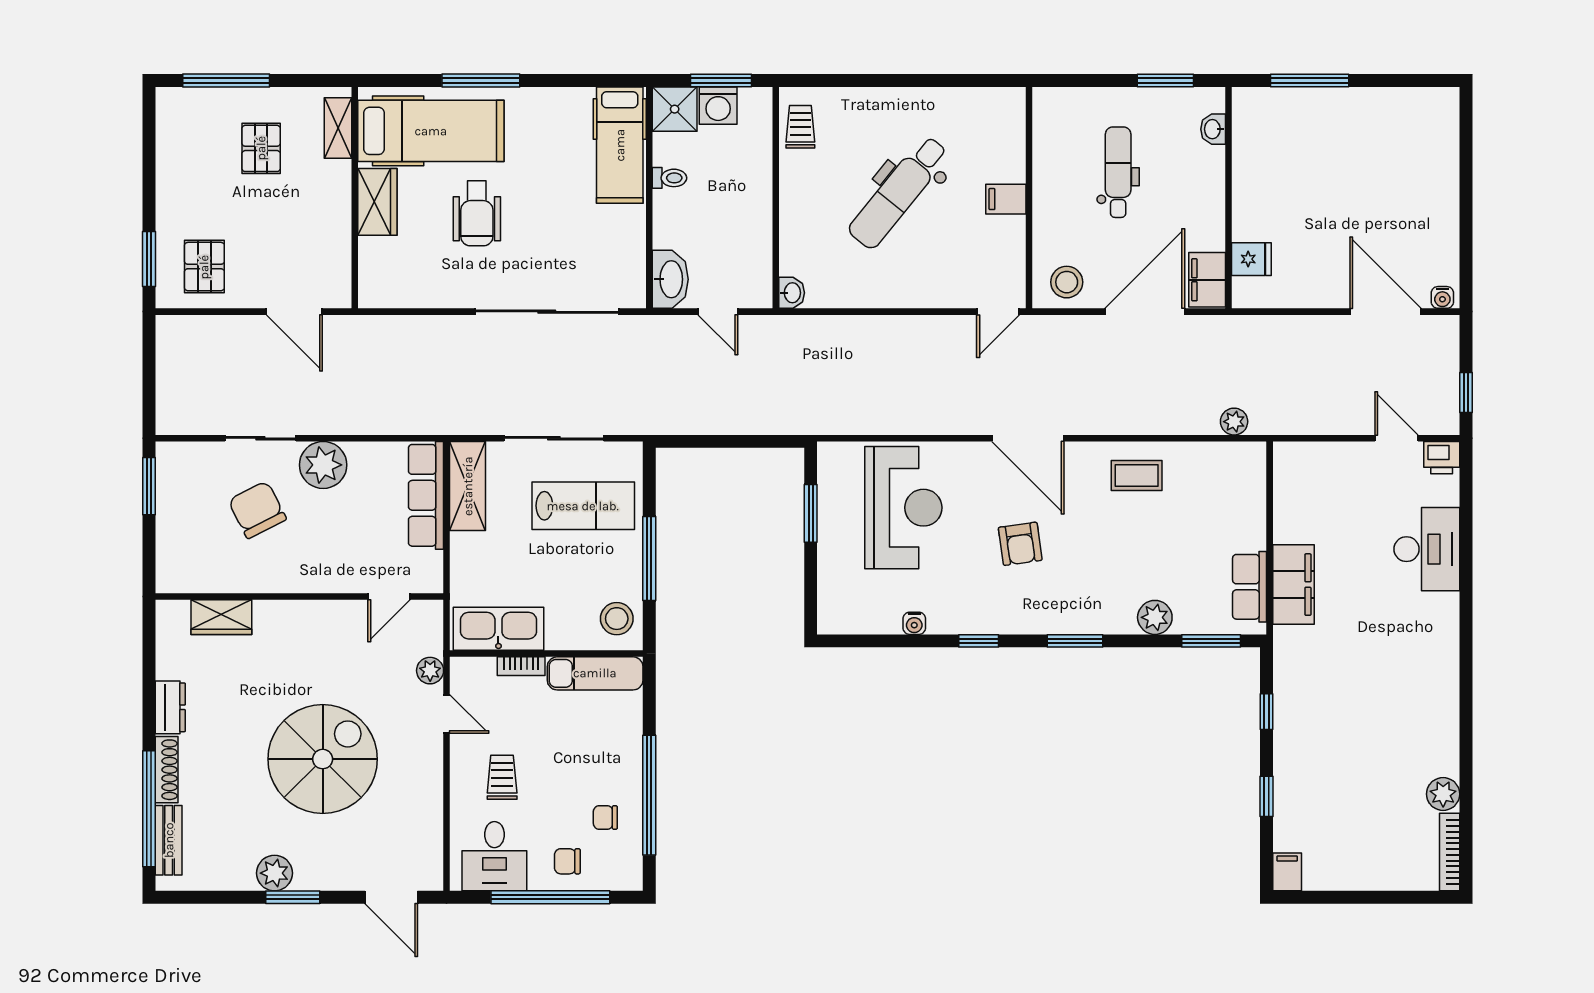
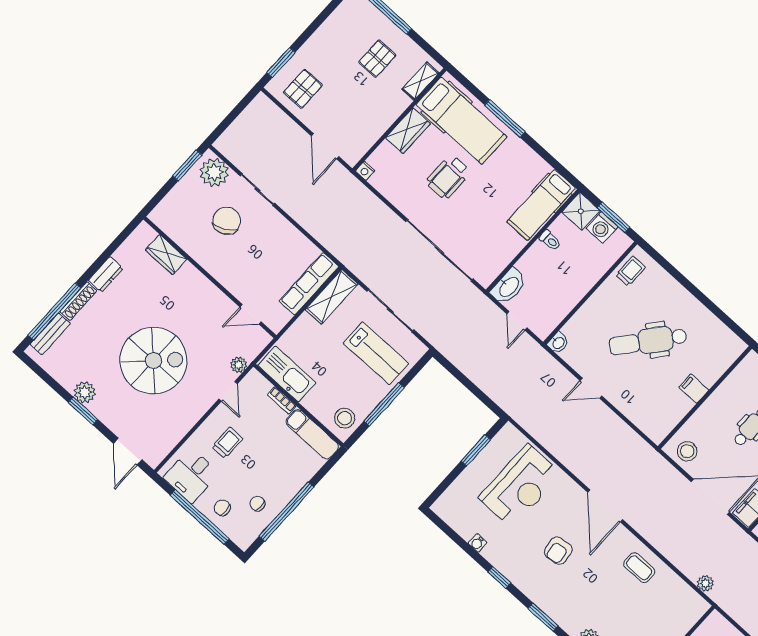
nightstand: (370, 297) -> (365, 171), added
door: (998, 312) -> (591, 388), moved
plant: (323, 465) -> (214, 172), moved

